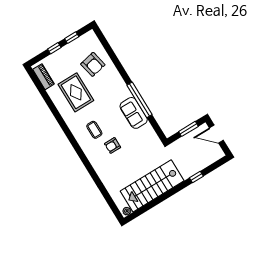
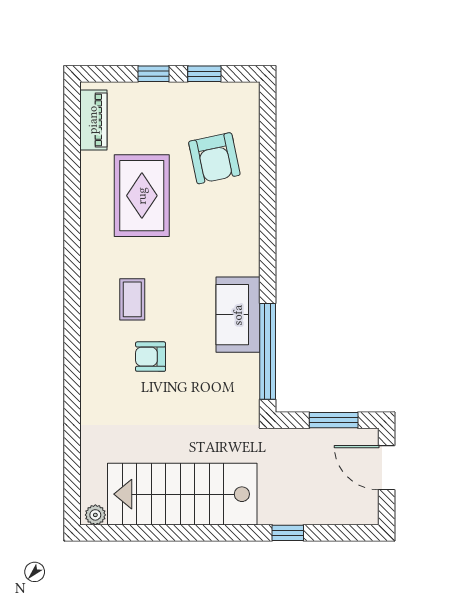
window: (140, 100) -> (268, 351), moved

